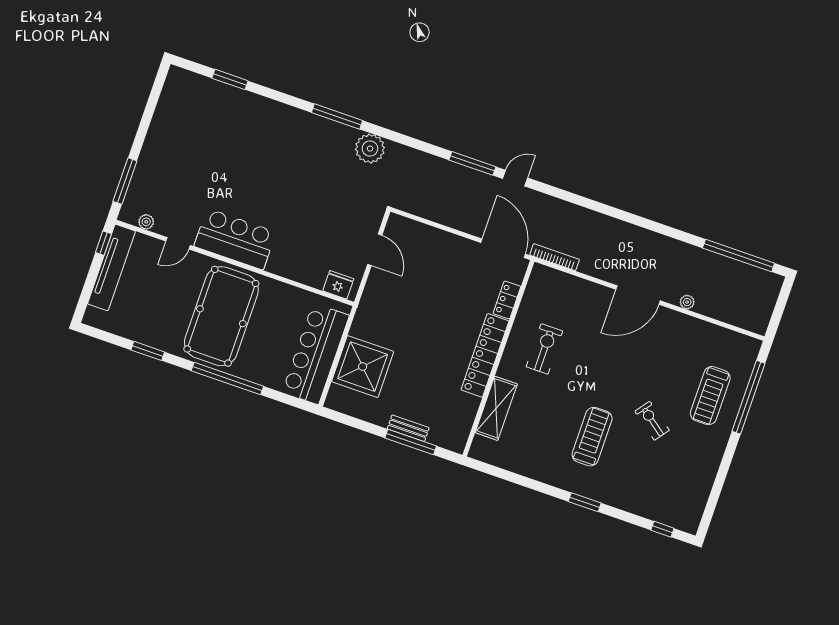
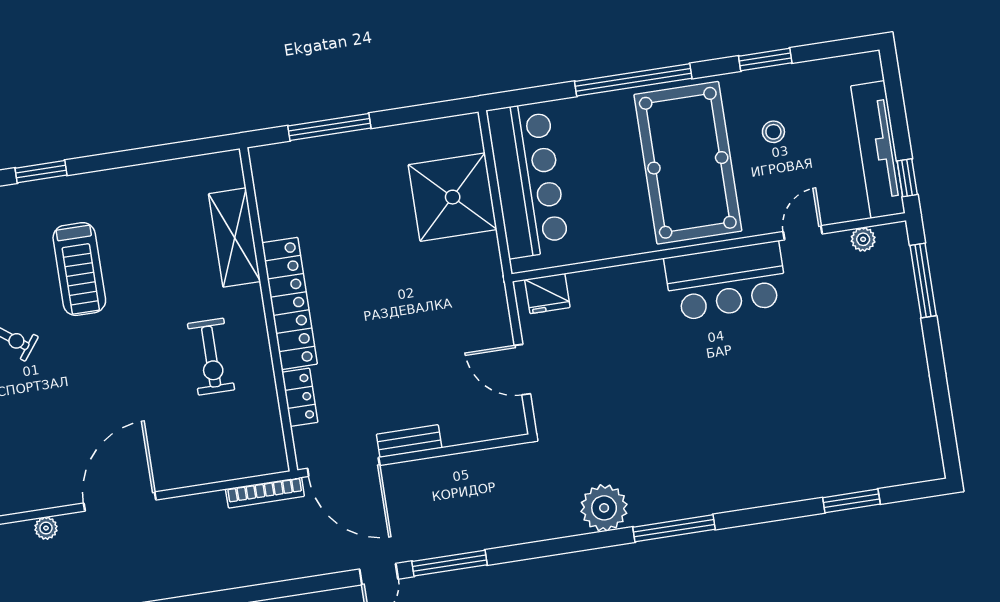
stool: (164, 308) -> (773, 132), added
bench: (408, 428) -> (409, 441), moved

